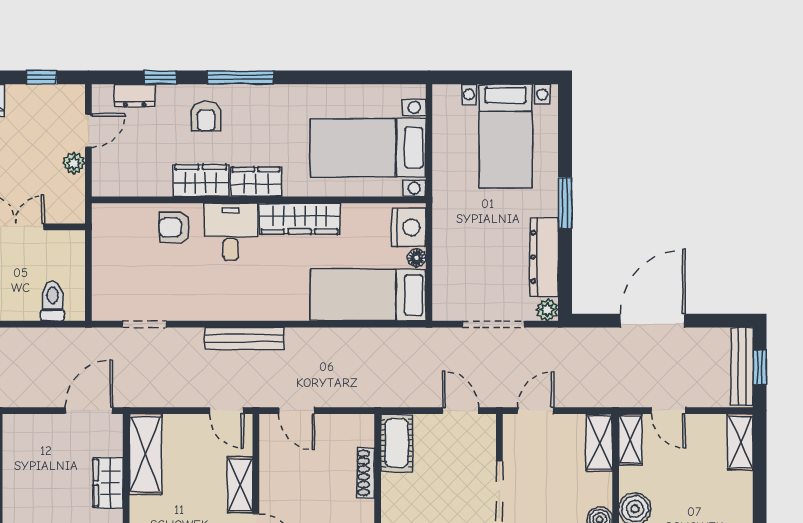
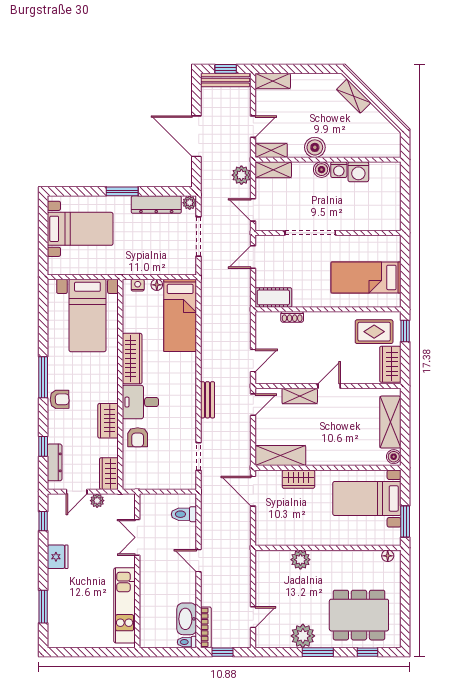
window: (241, 77) -> (43, 377), moved
dresser: (135, 96) -> (55, 462), width x1.44
armchair: (206, 116) -> (60, 399), moved
door: (88, 131) -> (77, 492), swing flipped
wardrobe: (256, 182) -> (109, 474), moved
nightstand: (409, 227) -> (138, 285), width x0.53, depth x0.56
bench: (245, 338) -> (208, 400), width x0.73
plant: (591, 392) -> (241, 175), added
shoe rack: (366, 473) -> (292, 317), width x0.70

